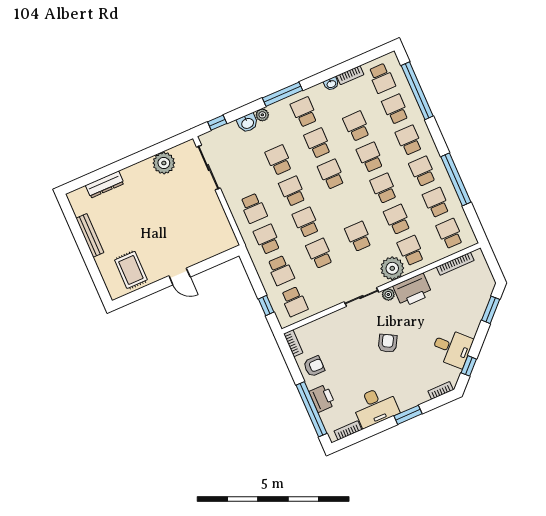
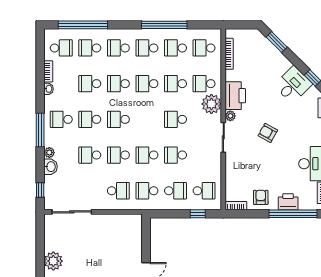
plant: (164, 163) -> (53, 261), moved

